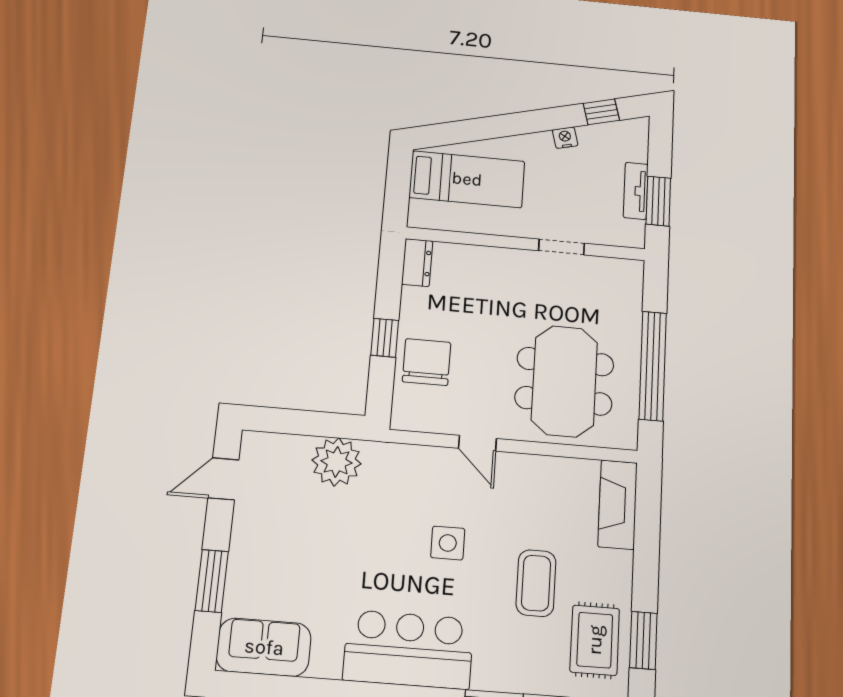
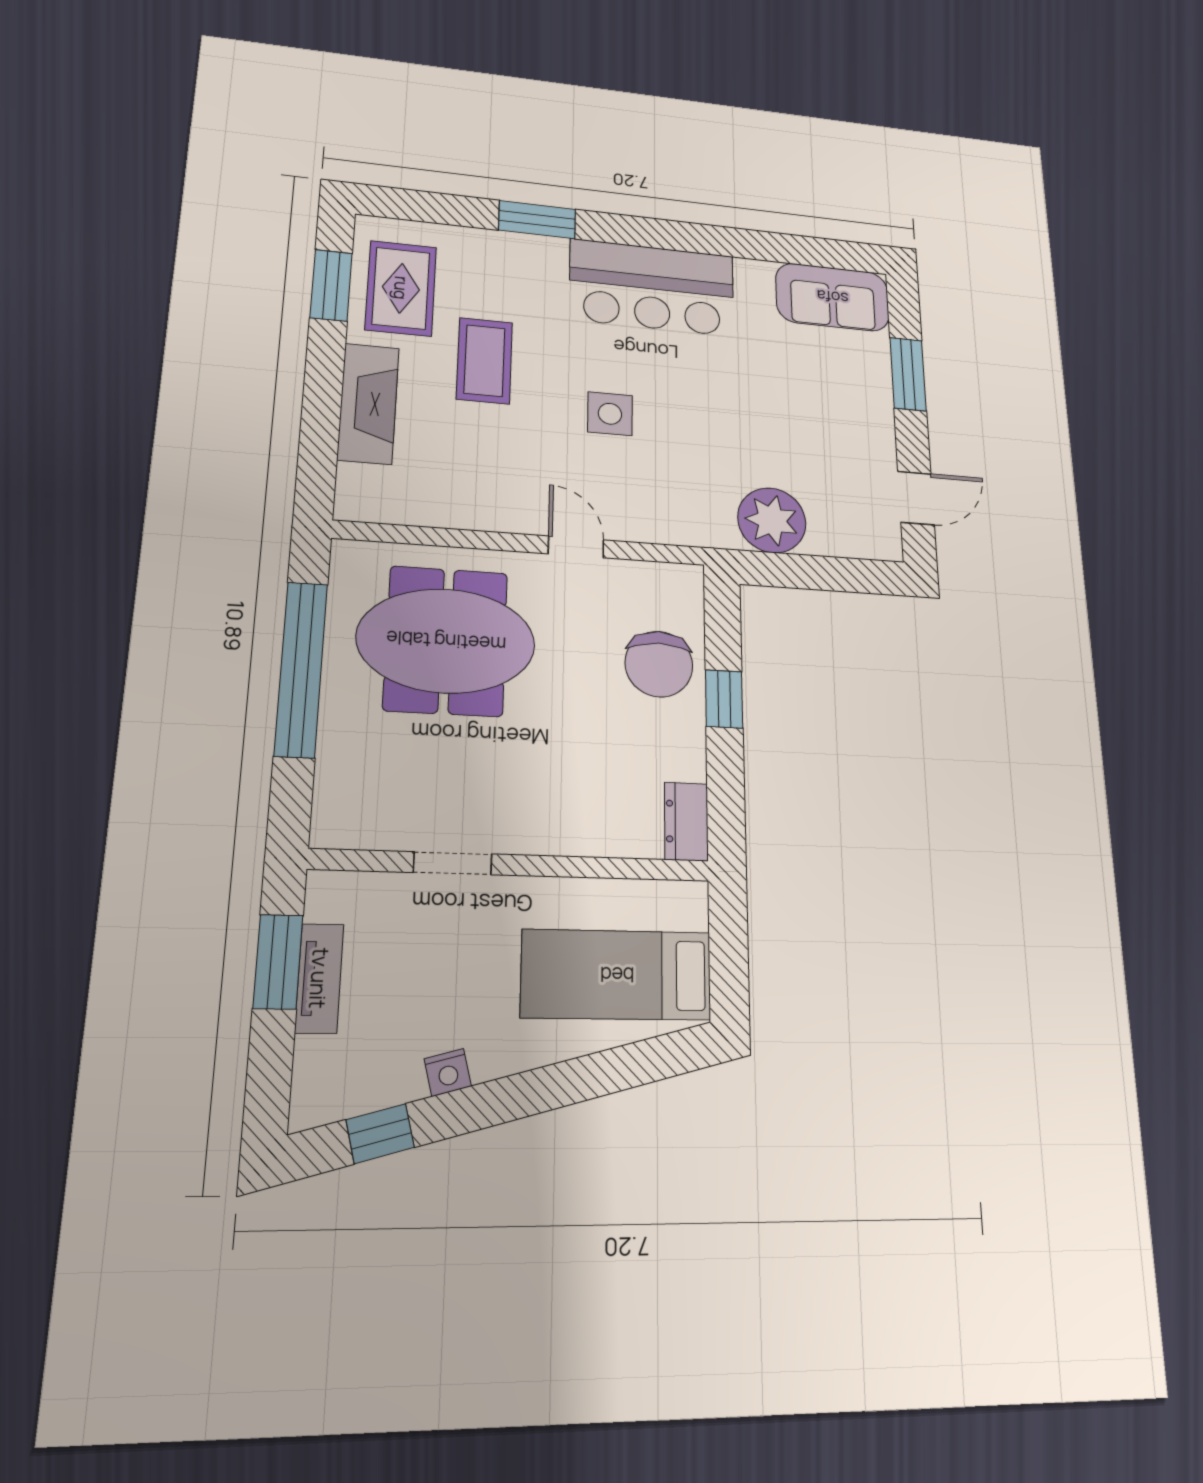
meeting table: (564, 381) -> (446, 641), turned 90
fireplace: (618, 505) -> (368, 403), moved

